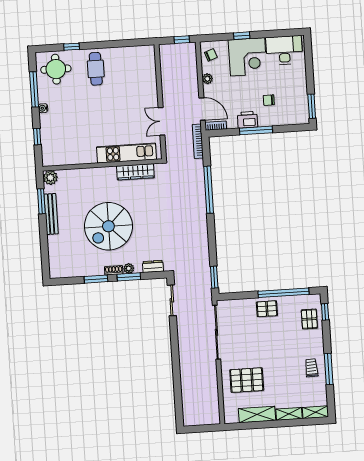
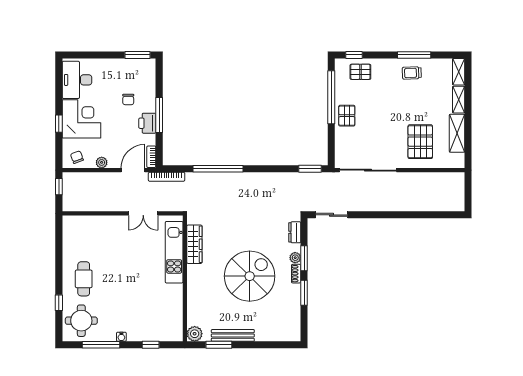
cafe table: (96, 69) -> (84, 279), turned 90
spiral stairs: (108, 226) -> (250, 276), turned -90

